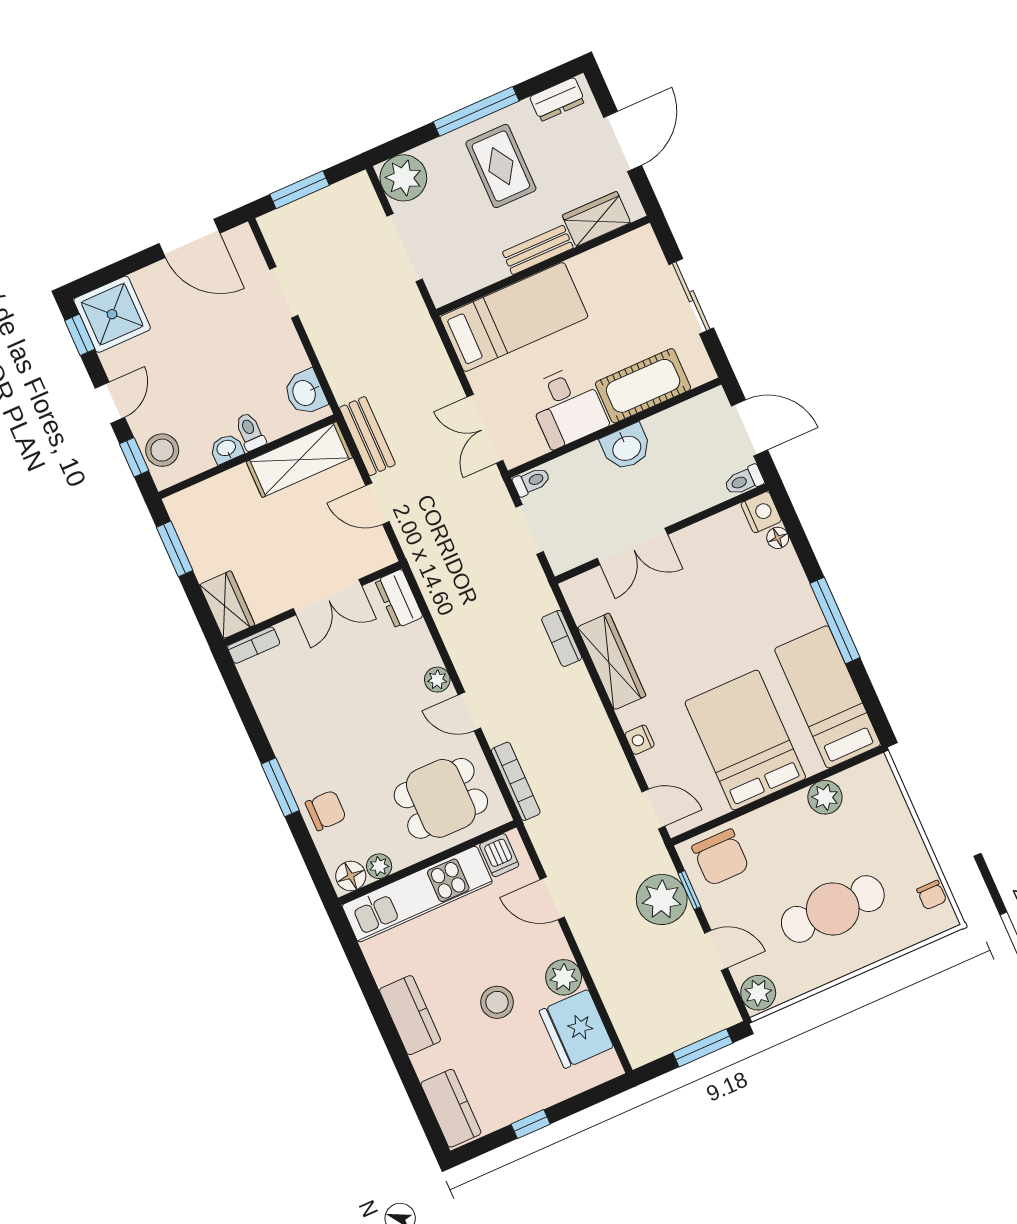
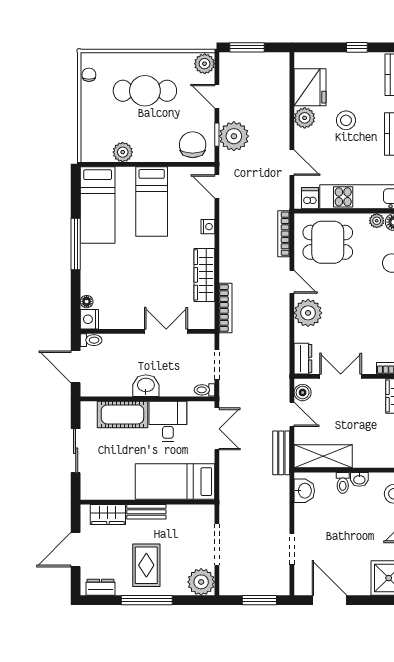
boiler: (376, 545) -> (303, 393), added
bookcase: (562, 638) -> (226, 308), width x1.56
plant: (437, 680) -> (308, 313), width x1.87, depth x1.87
bed: (745, 740) -> (152, 201), width x0.67

